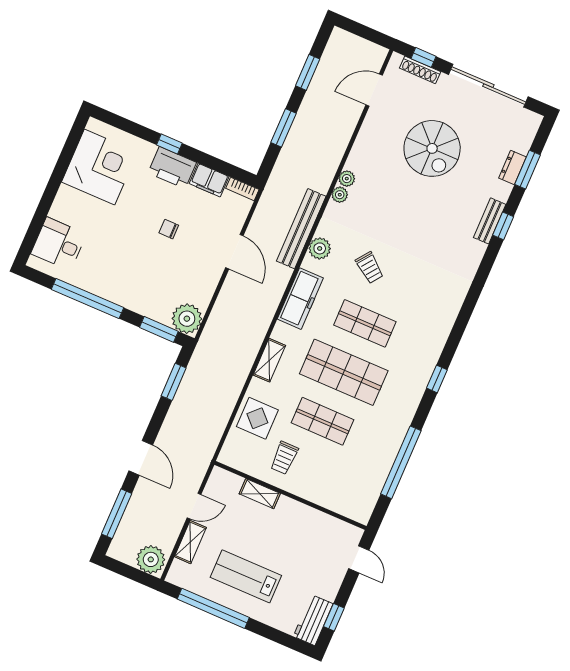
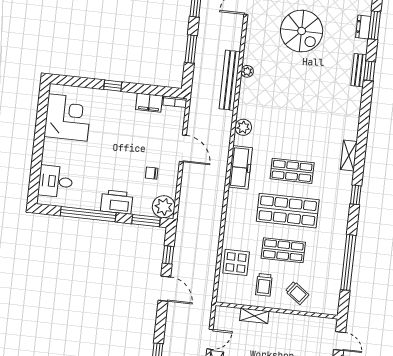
printer: (172, 168) -> (117, 202), moved, turned 180
plant: (340, 195) -> (246, 84), removed
chair: (169, 229) -> (152, 173), moved
bench: (301, 229) -> (230, 80), moved
trolley: (370, 268) -> (297, 293), moved
shelving: (269, 360) -> (349, 156), moved
window: (174, 382) -> (168, 255), width x0.67
door: (141, 458) -> (164, 289), moved

